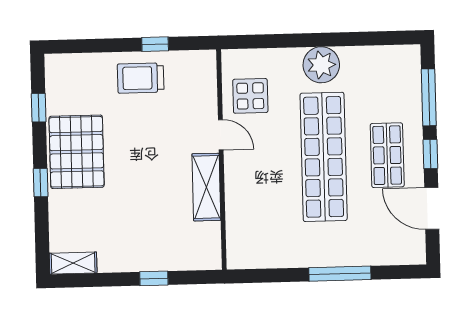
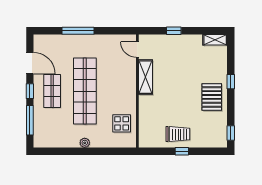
window: (155, 44) -> (182, 151), moved
plant: (321, 65) -> (85, 143), width x0.53, depth x0.53
window: (39, 108) -> (231, 133), moved
door: (221, 135) -> (137, 50), moved
pallet: (77, 152) -> (212, 97), width x0.73, depth x0.71

